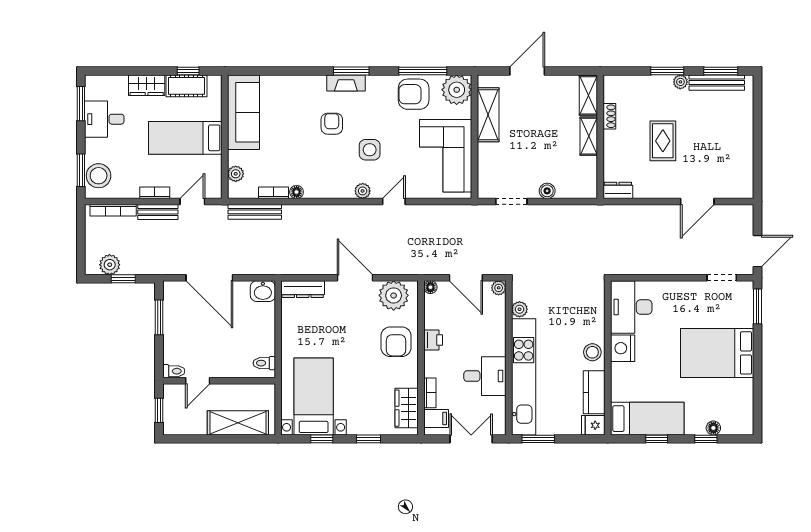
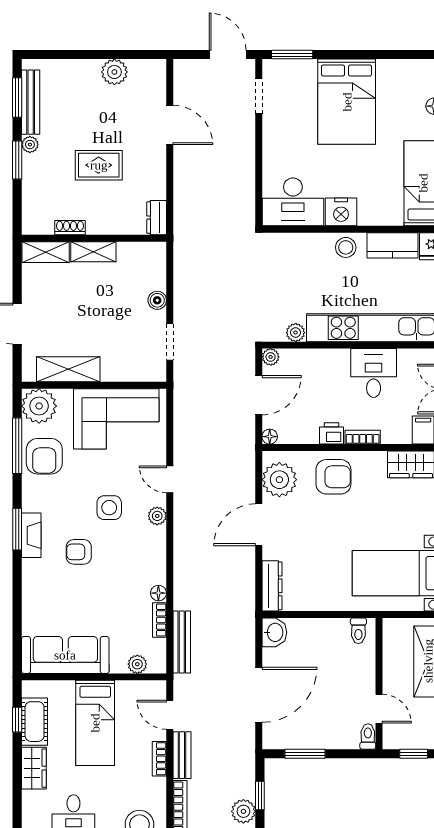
plant: (743, 154) -> (114, 72), added
bookcase: (430, 393) -> (363, 437), moved

